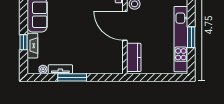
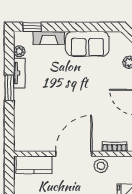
window: (24, 42) -> (32, 27), moved
window: (72, 77) -> (9, 88), width x0.69

